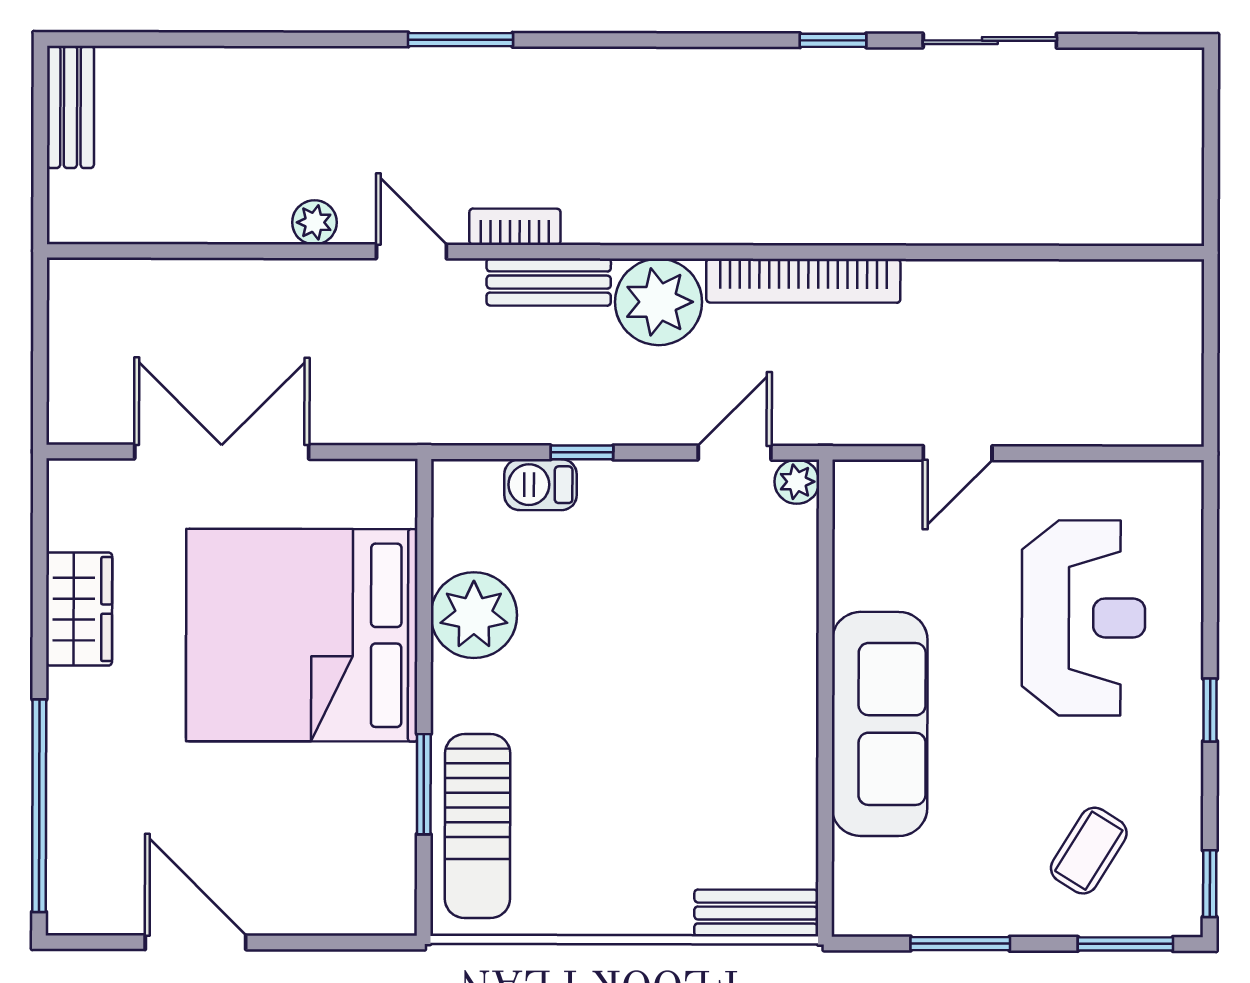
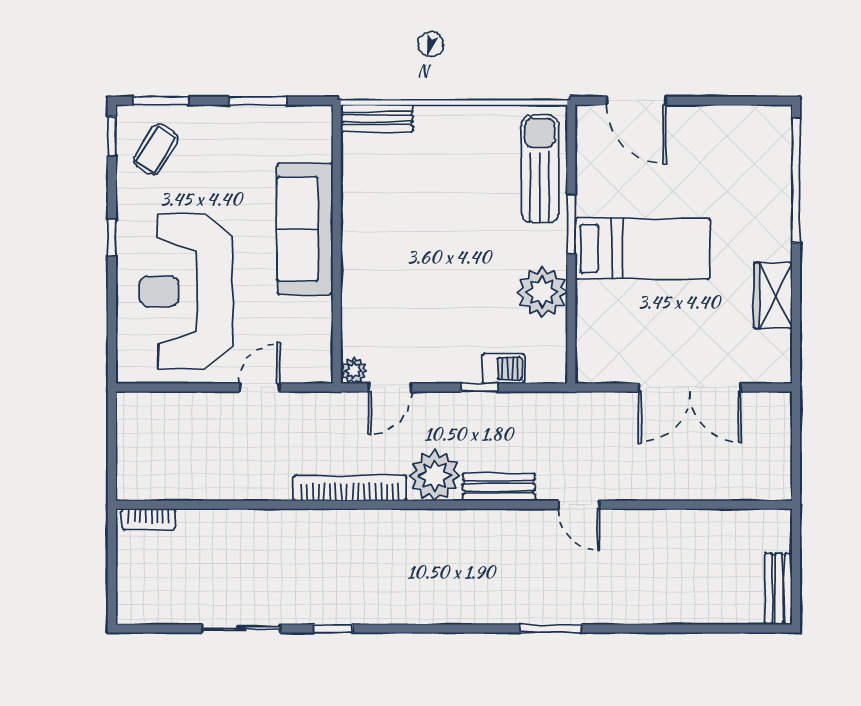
plant: (314, 222) -> (636, 522), removed
bookcase: (515, 227) -> (149, 519), moved
reception desk: (1083, 618) -> (186, 291), width x1.36, depth x1.30
bed: (302, 635) -> (643, 249), width x0.49
window: (424, 784) -> (571, 224), moved
coffee table: (1089, 851) -> (156, 149), moved
door: (195, 942) -> (636, 101), moved

